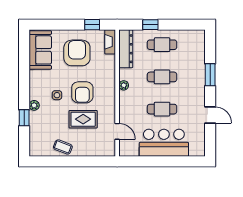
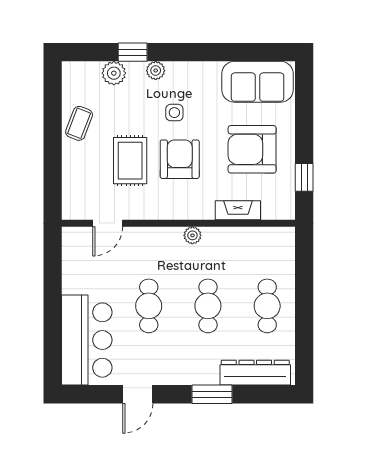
window: (150, 25) -> (304, 284), removed
fireplace: (110, 42) -> (238, 210), moved
dresser: (126, 49) -> (255, 373), moved, turned 180
armchair: (77, 53) -> (252, 149), turned 180
armchair: (82, 92) -> (180, 159), turned 90
plant: (36, 128) -> (114, 73), added
bar counter: (164, 143) -> (87, 340), moved

